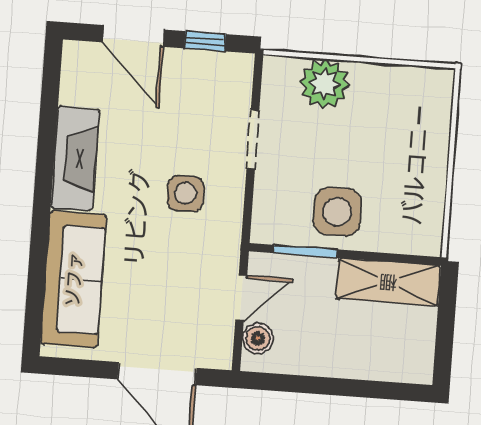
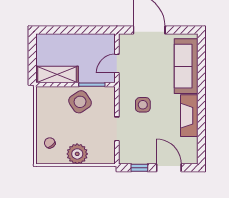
plant: (324, 84) -> (77, 154), moved
chair: (418, 117) -> (50, 143), added
side table: (337, 212) -> (80, 102), turned -34
boiler: (258, 338) -> (109, 47), removed

